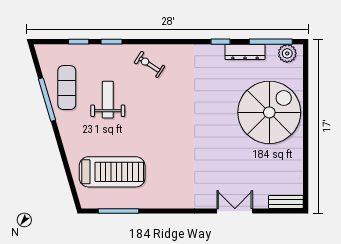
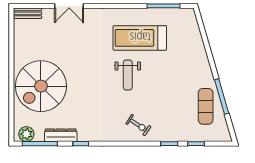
weight bench: (108, 100) -> (128, 75), moved
treadmill: (112, 172) -> (140, 38), moved

